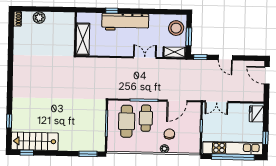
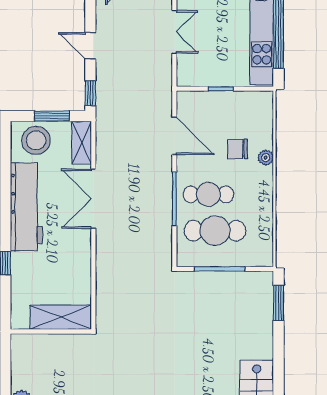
workbench: (125, 22) -> (26, 207), moved
double door: (145, 58) -> (93, 199), width x1.37
door: (225, 58) -> (90, 46), swing flipped
double door: (217, 102) -> (174, 32), moved

